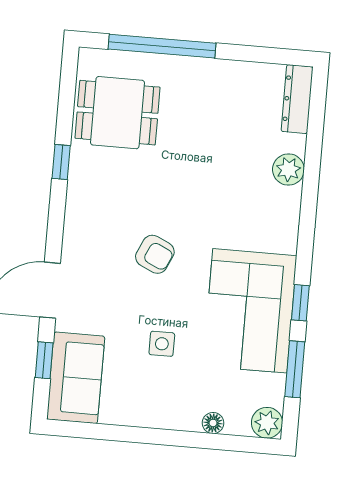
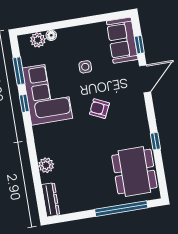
dining table: (117, 113) -> (134, 172), width x1.37
plant: (267, 423) -> (38, 40), moved

